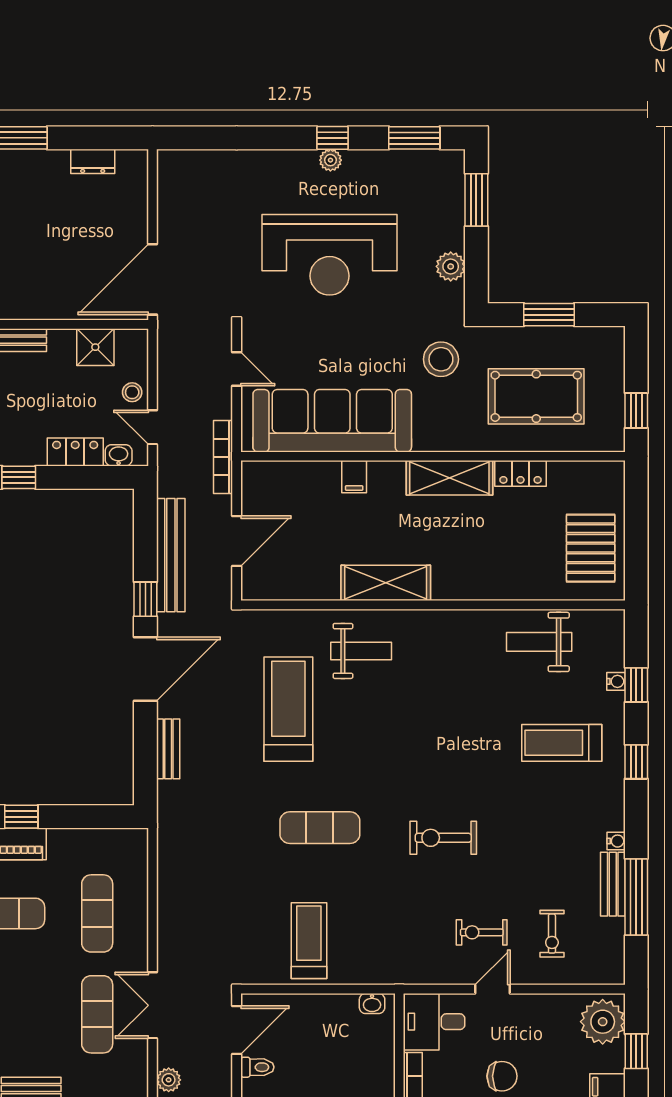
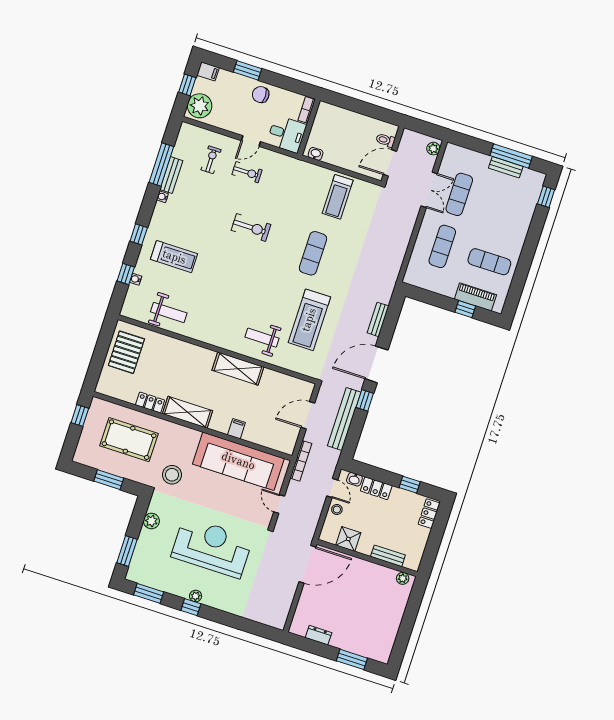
exercise mat: (320, 828) -> (313, 253), turned 90

